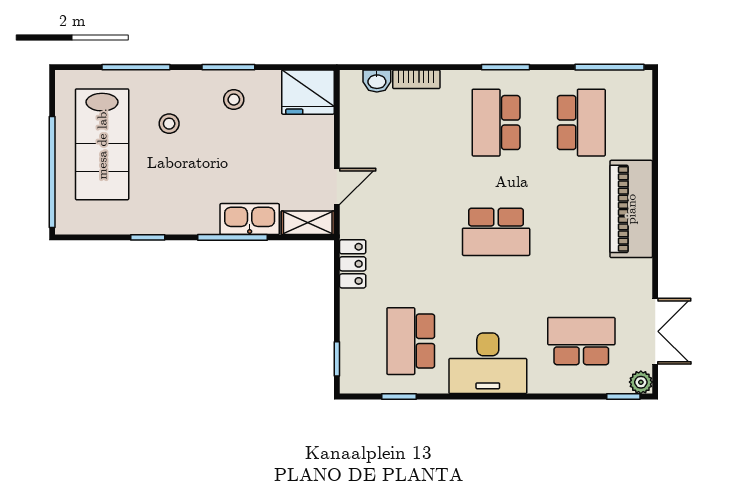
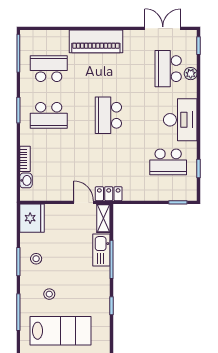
school desk: (496, 232) -> (108, 115), turned 180
locker: (353, 264) -> (109, 194), moved
plant: (641, 382) -> (191, 74), moved

